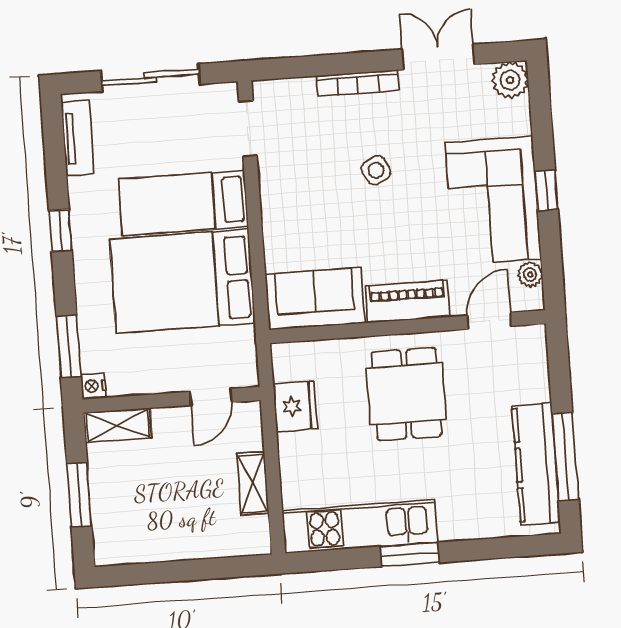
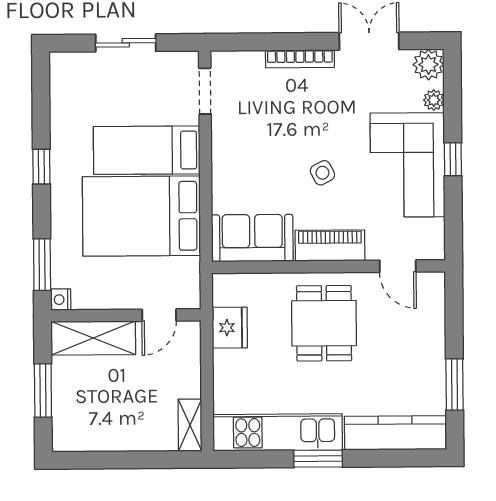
sliding door: (151, 78) -> (126, 43), width x0.73
tv unit: (78, 138) -> (61, 90), removed
side table: (376, 170) -> (322, 173), moved
plant: (530, 275) -> (434, 100), moved
door: (489, 321) -> (398, 266), swing flipped
shelving: (118, 425) -> (93, 338), width x1.50, depth x1.33
window: (565, 456) -> (455, 385), width x0.69
kitchen counter: (536, 464) -> (395, 433), moved, turned 90
shelving: (253, 484) -> (190, 425), moved

